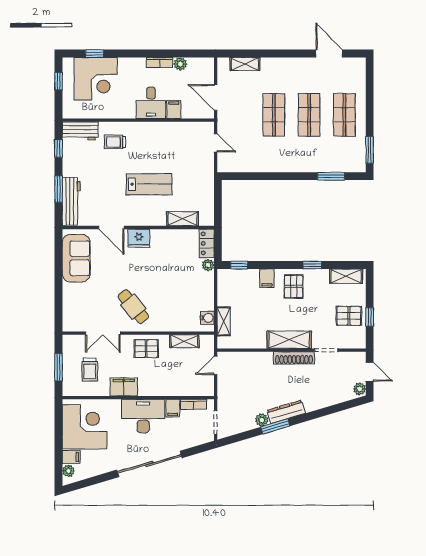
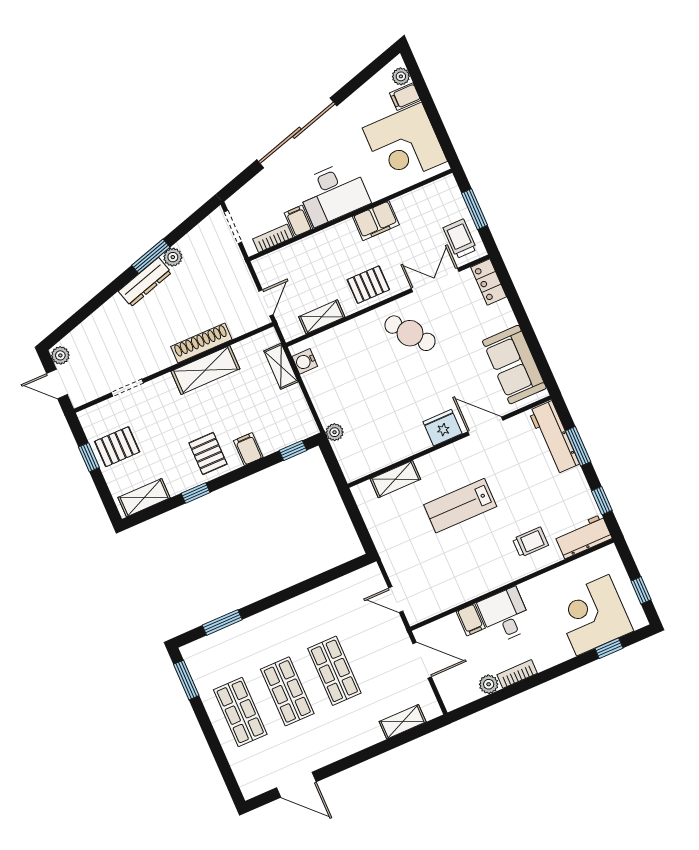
locker: (207, 243) -> (489, 282), moved, turned 180
shelving: (289, 340) -> (205, 370), moved
shoe rack: (294, 358) -> (201, 343), moved
trolley: (90, 370) -> (460, 239), moved

